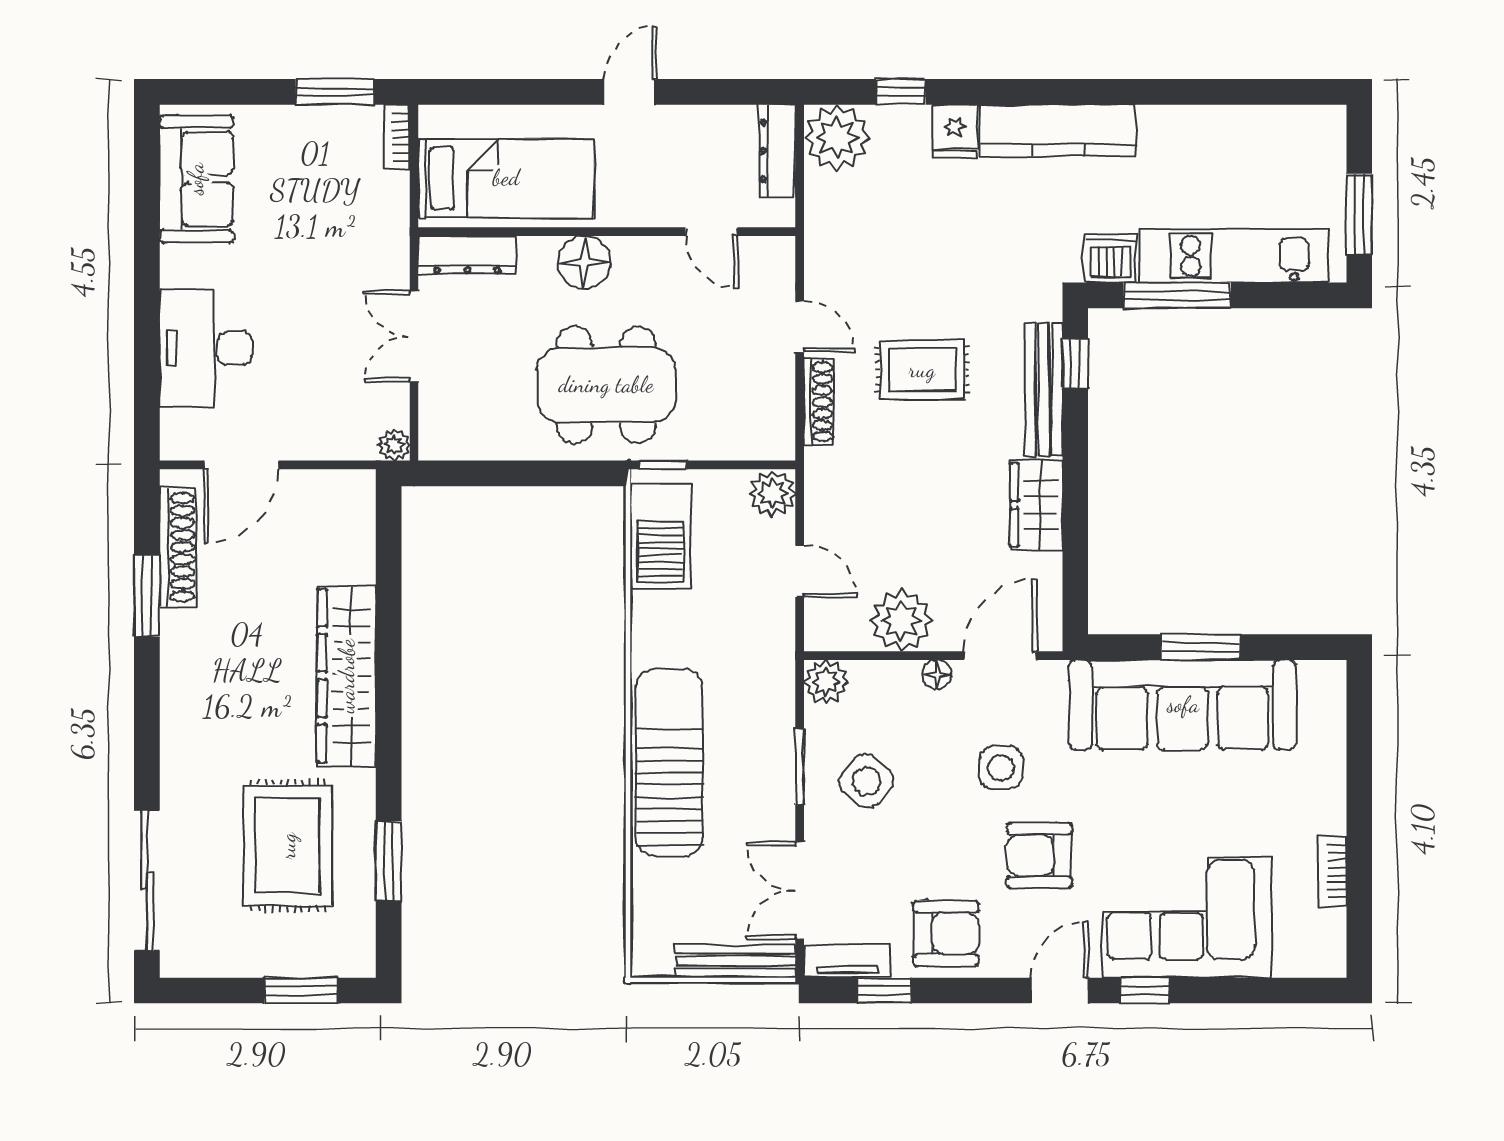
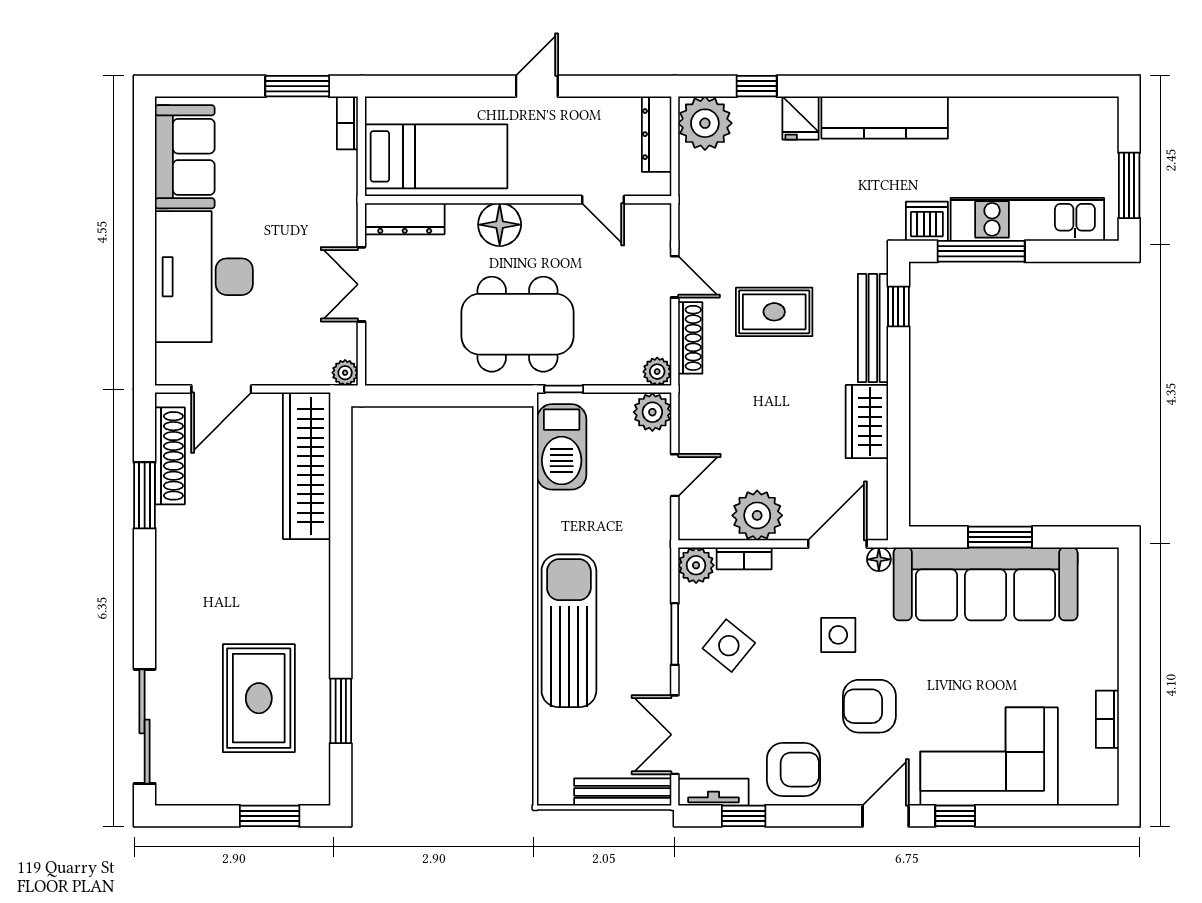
desk: (206, 348) -> (204, 277), width x1.36, depth x1.30
plant: (778, 443) -> (657, 372), added
door: (800, 571) -> (675, 475), hinge flipped
bookcase: (885, 673) -> (744, 558), added
floor lamp: (937, 674) -> (879, 559), moved
wardrobe: (347, 676) -> (307, 466), moved

